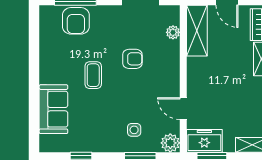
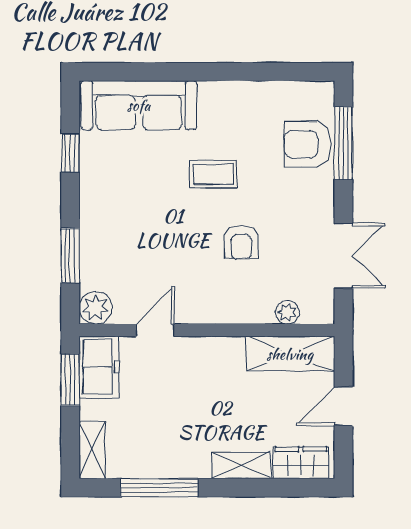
sofa: (53, 109) -> (139, 105), width x1.36
side table: (134, 130) -> (118, 245), removed

